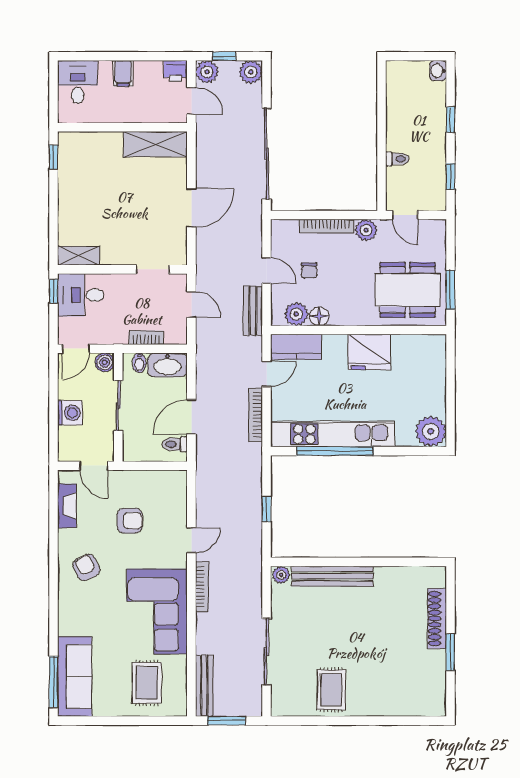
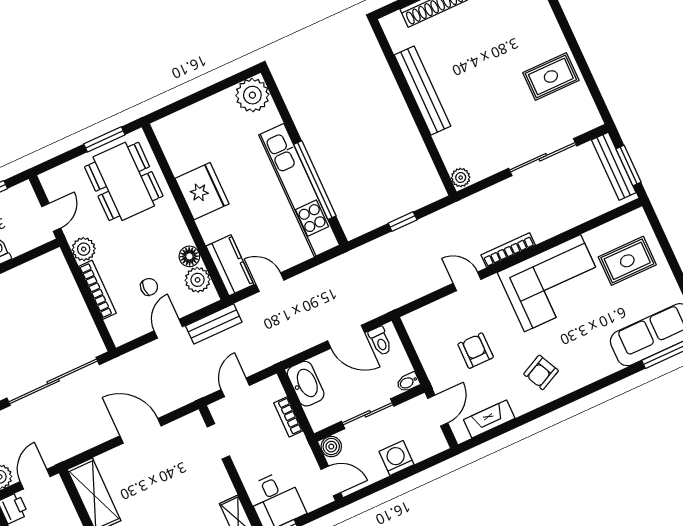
bidet: (139, 363) -> (408, 382), moved, turned 180
bookcase: (256, 415) -> (315, 275), removed
bench: (332, 576) -> (423, 91), moved
bench: (204, 686) -> (614, 166), moved, turned 90

